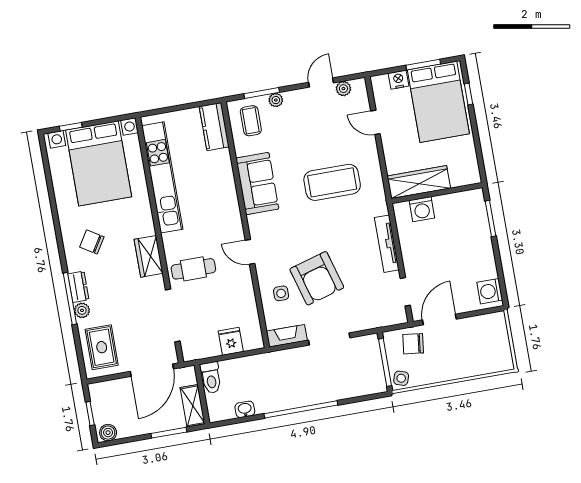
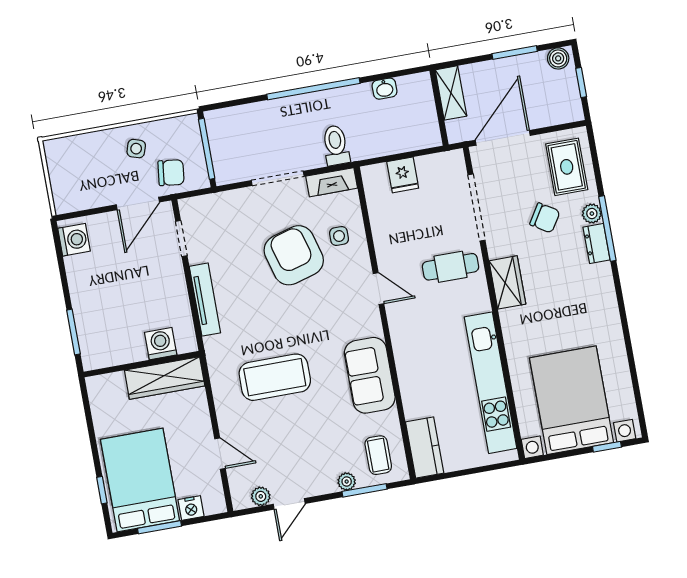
chair: (92, 242) -> (545, 218), moved
toilet: (211, 378) -> (336, 145), moved
side table: (401, 378) -> (136, 149), moved
window: (169, 433) -> (515, 53), moved

